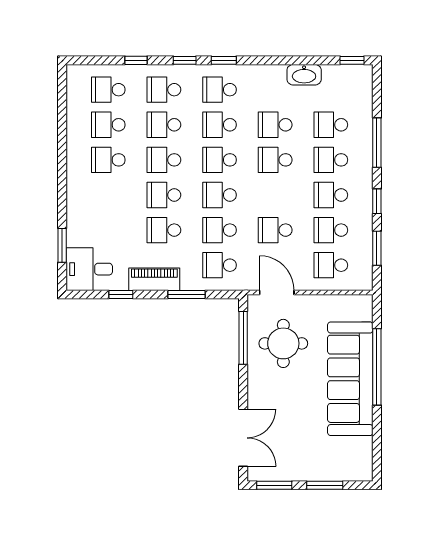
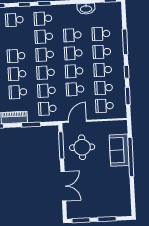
school desk: (164, 125) -> (74, 71), moved
door: (277, 293) -> (77, 121), hinge flipped
sofa: (350, 379) -> (119, 150), width x0.54, depth x0.79
double door: (243, 438) -> (63, 186), moved

